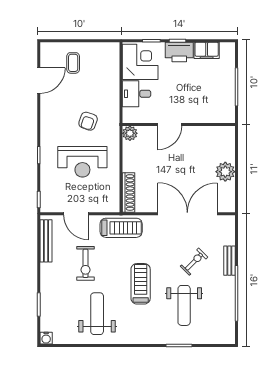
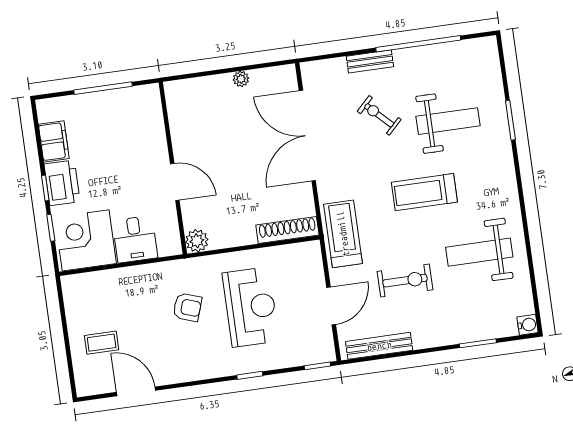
plant: (225, 172) -> (241, 79), width x0.53, depth x0.53

